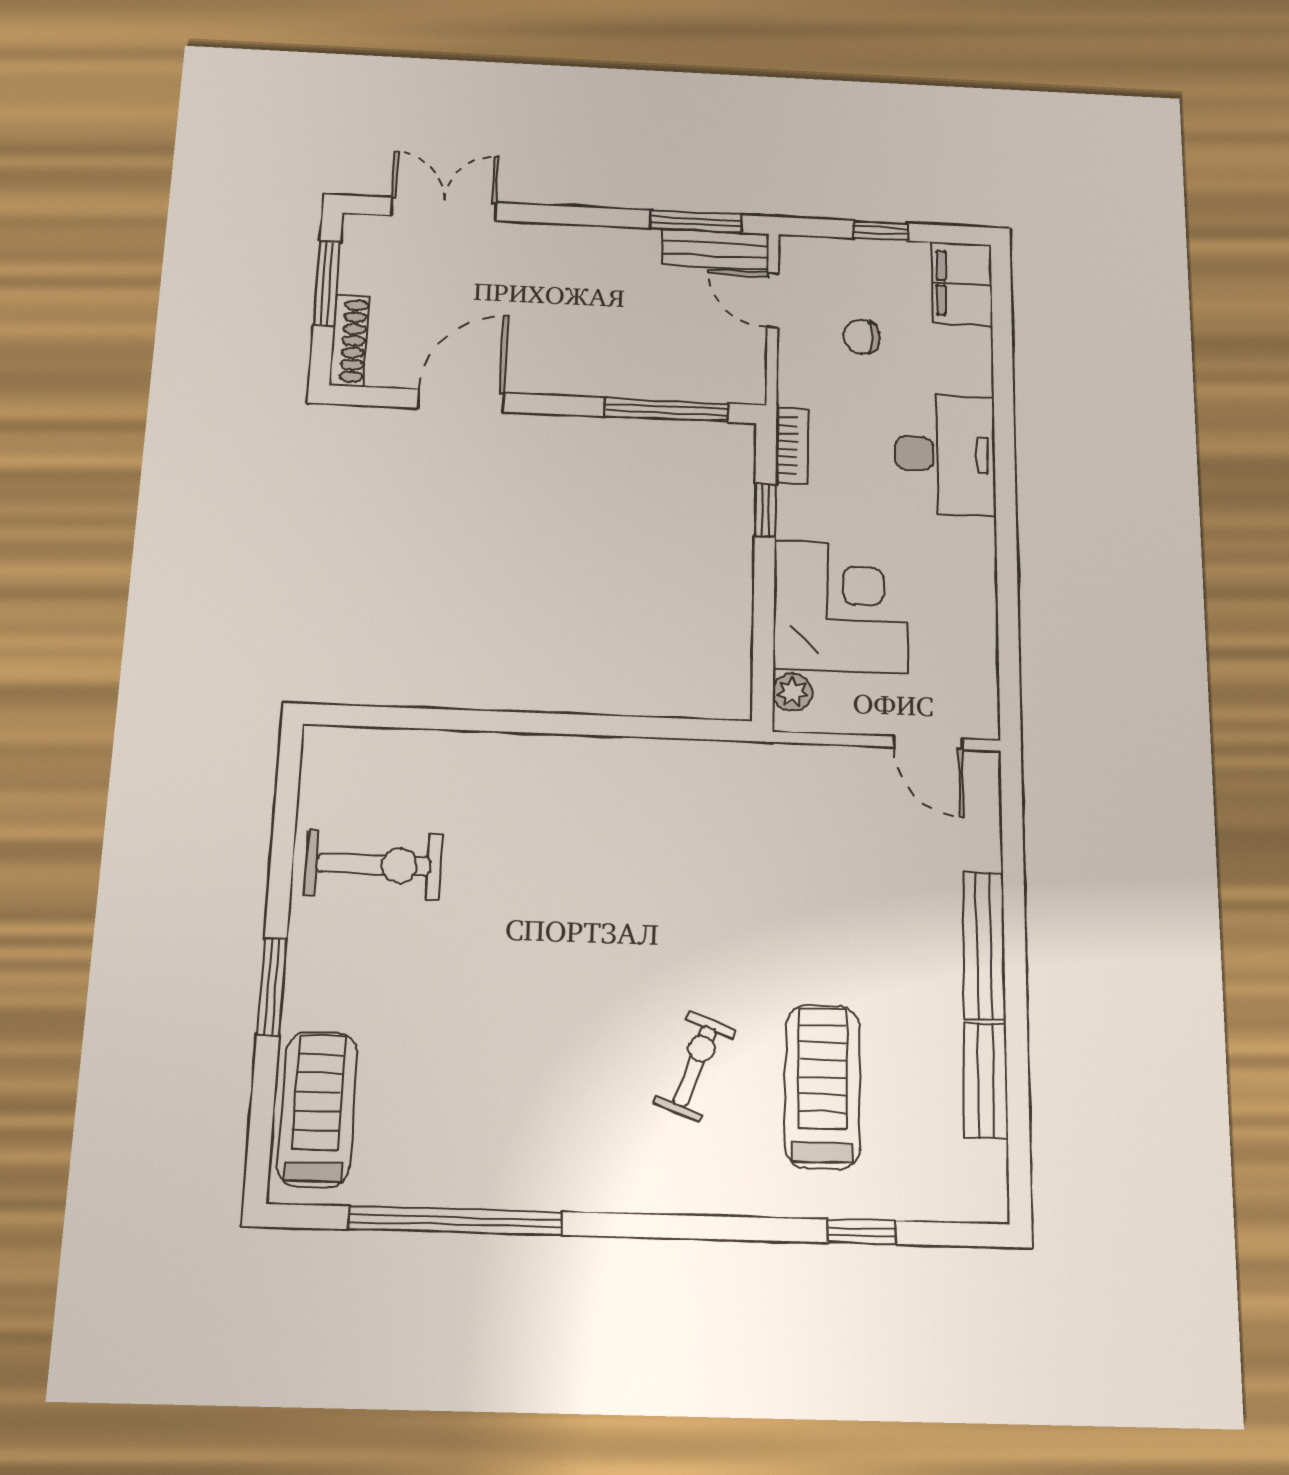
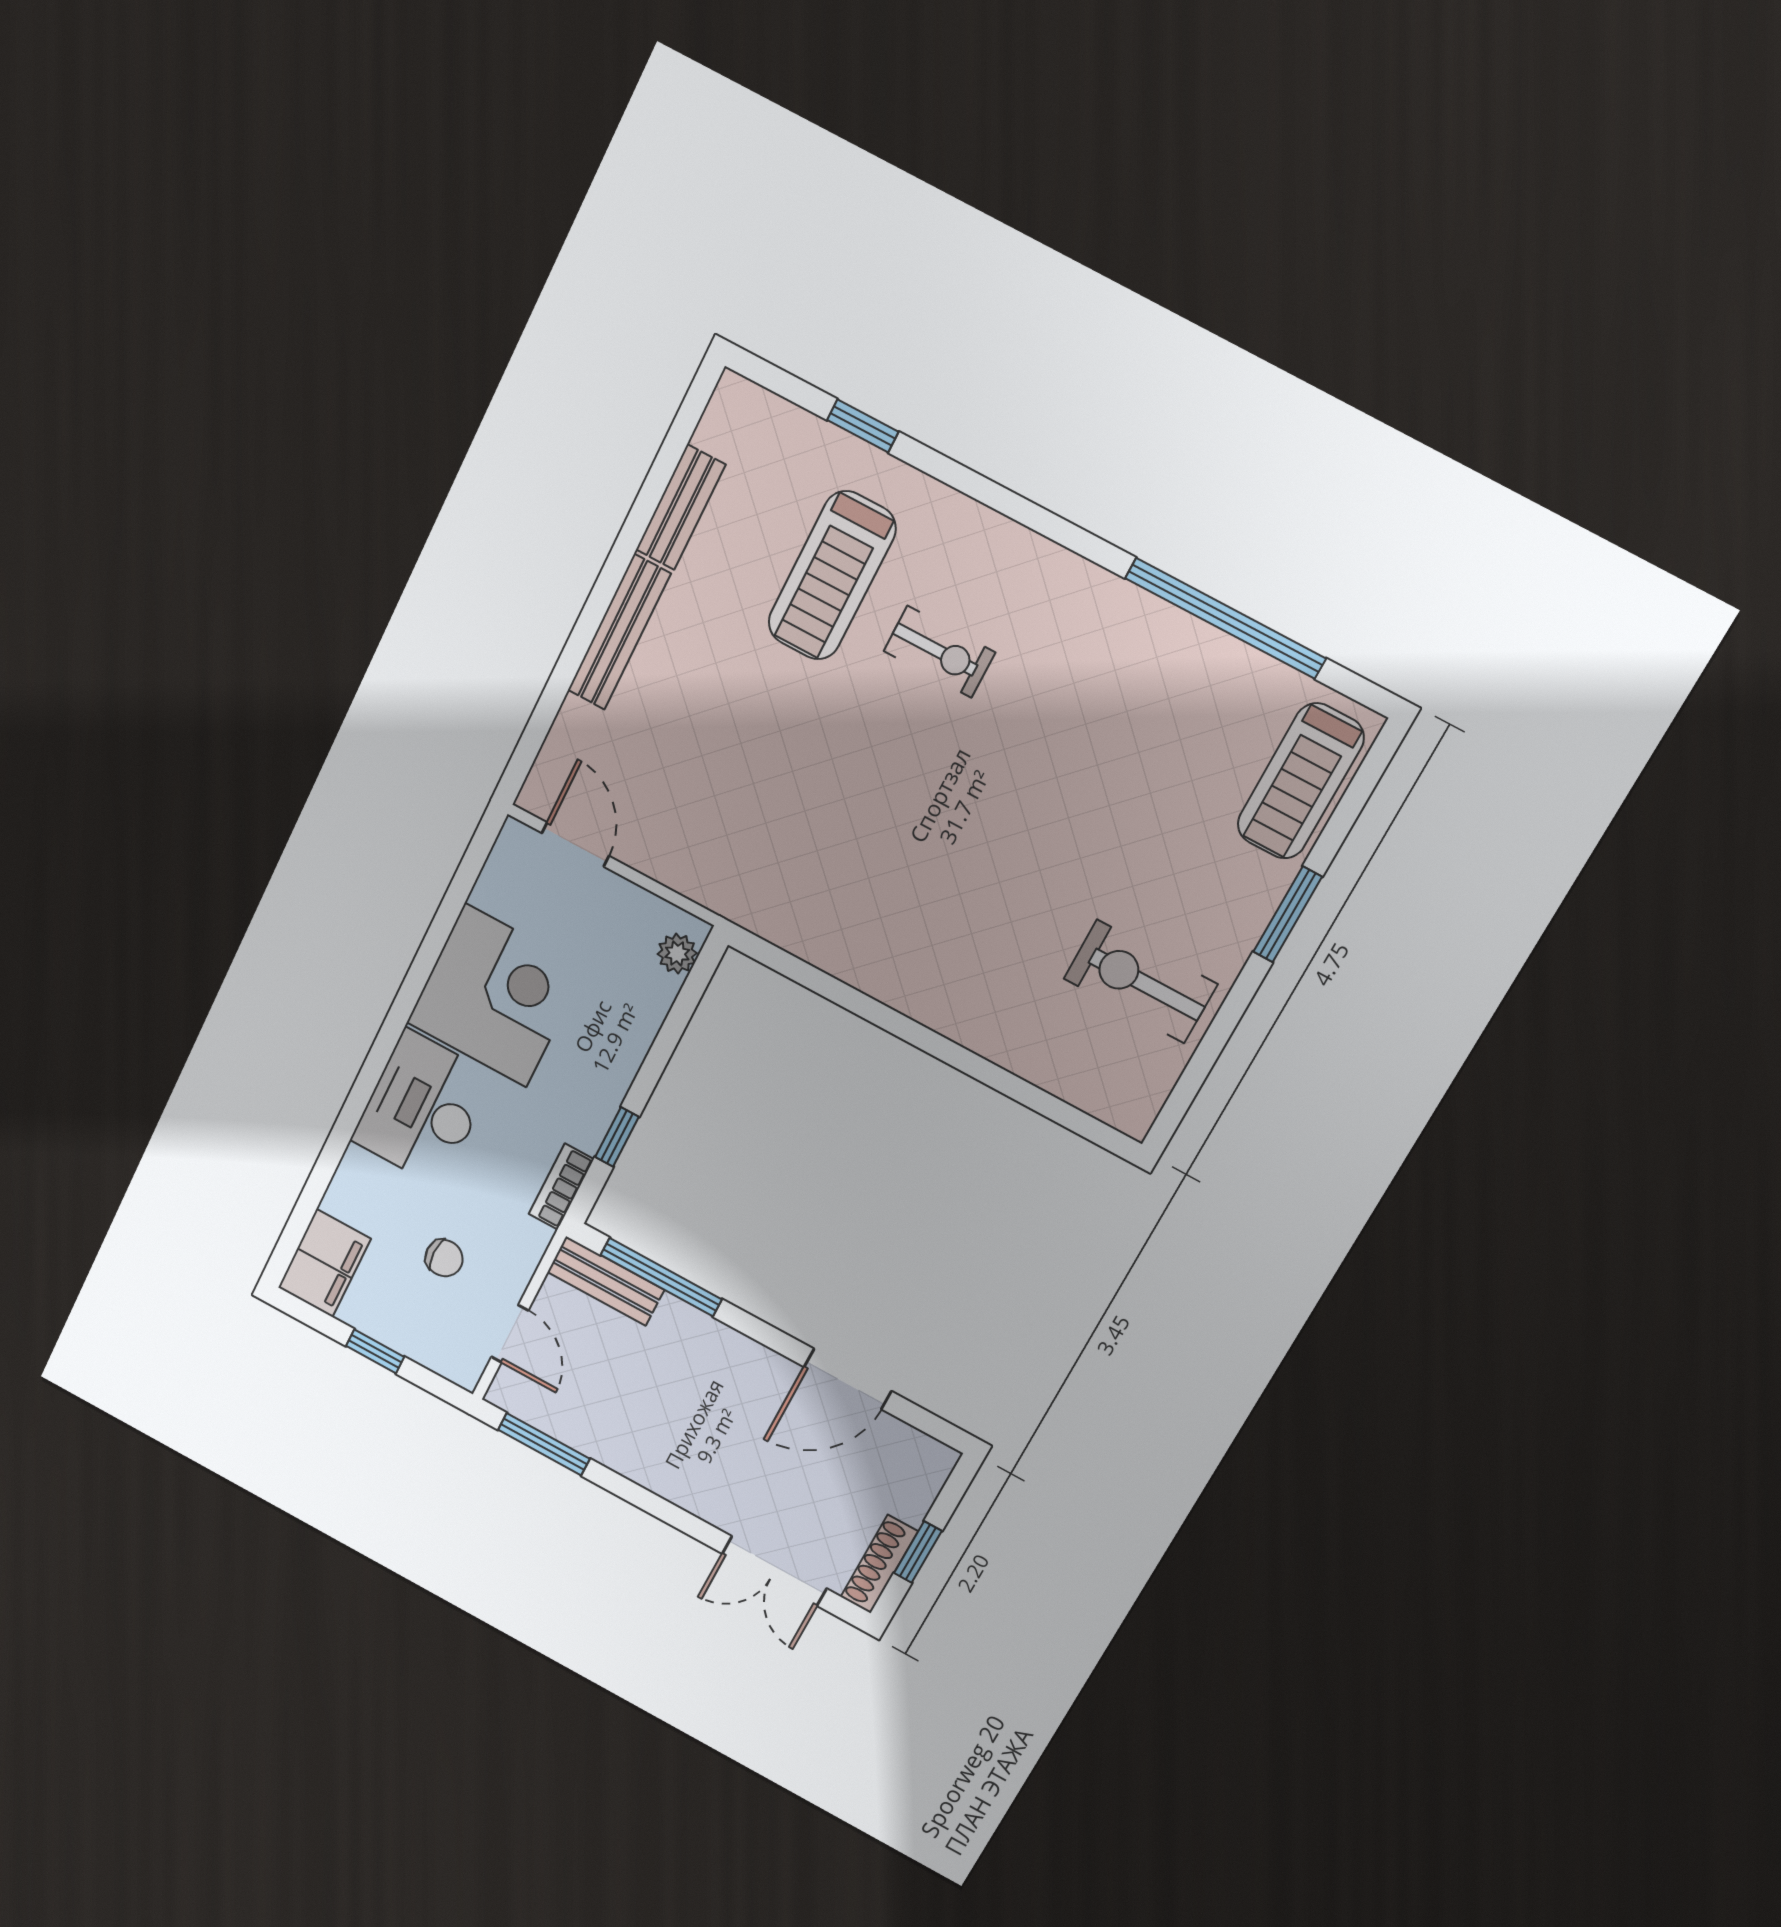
bench: (716, 249) -> (606, 1281), moved
window: (327, 283) -> (918, 1552), width x0.67
shoe rack: (349, 341) -> (879, 1564), moved
corner desk: (841, 607) -> (496, 995), moved, turned 180
exercise bike: (694, 1066) -> (939, 652), turned -111

